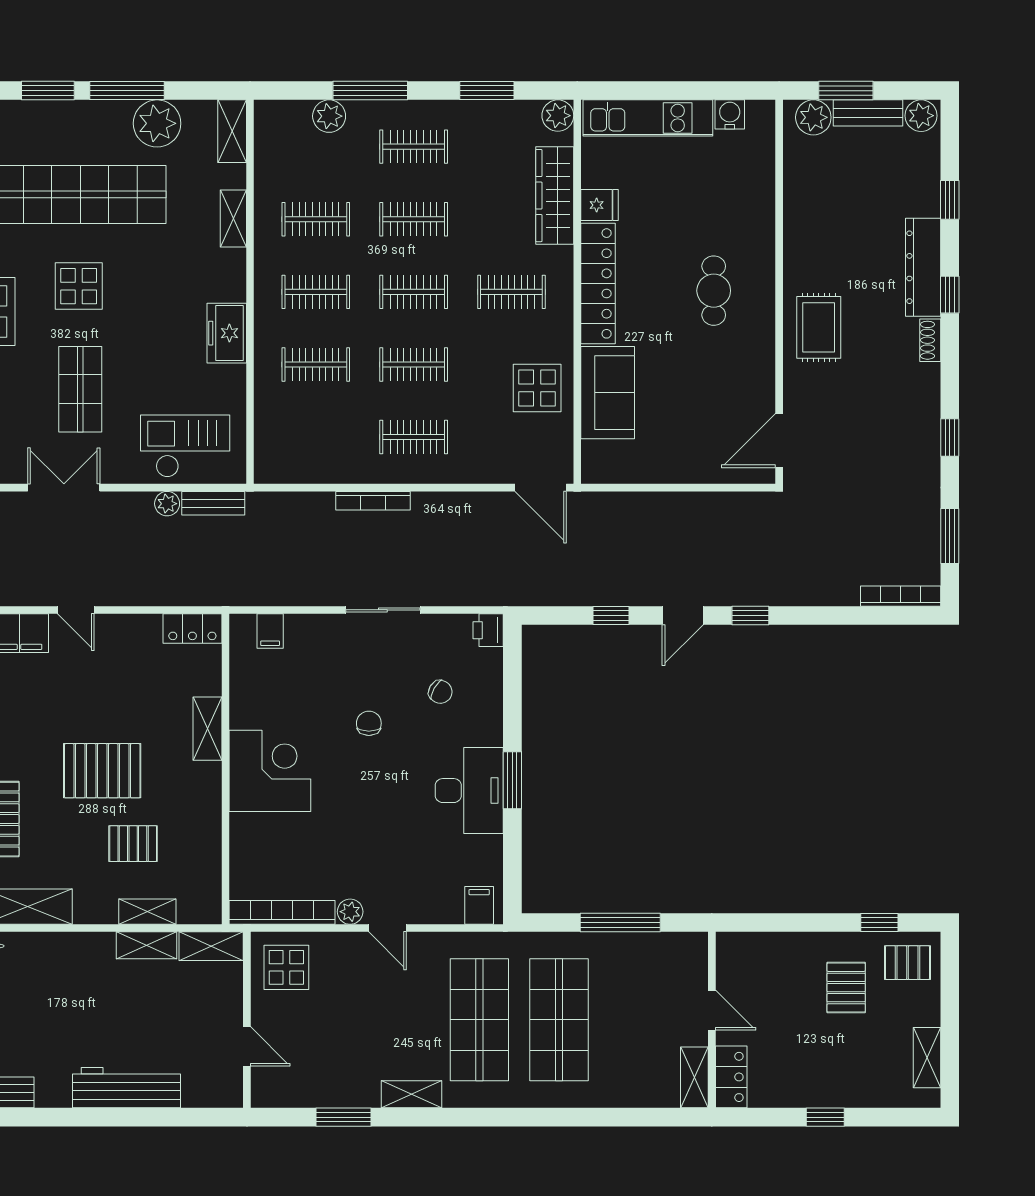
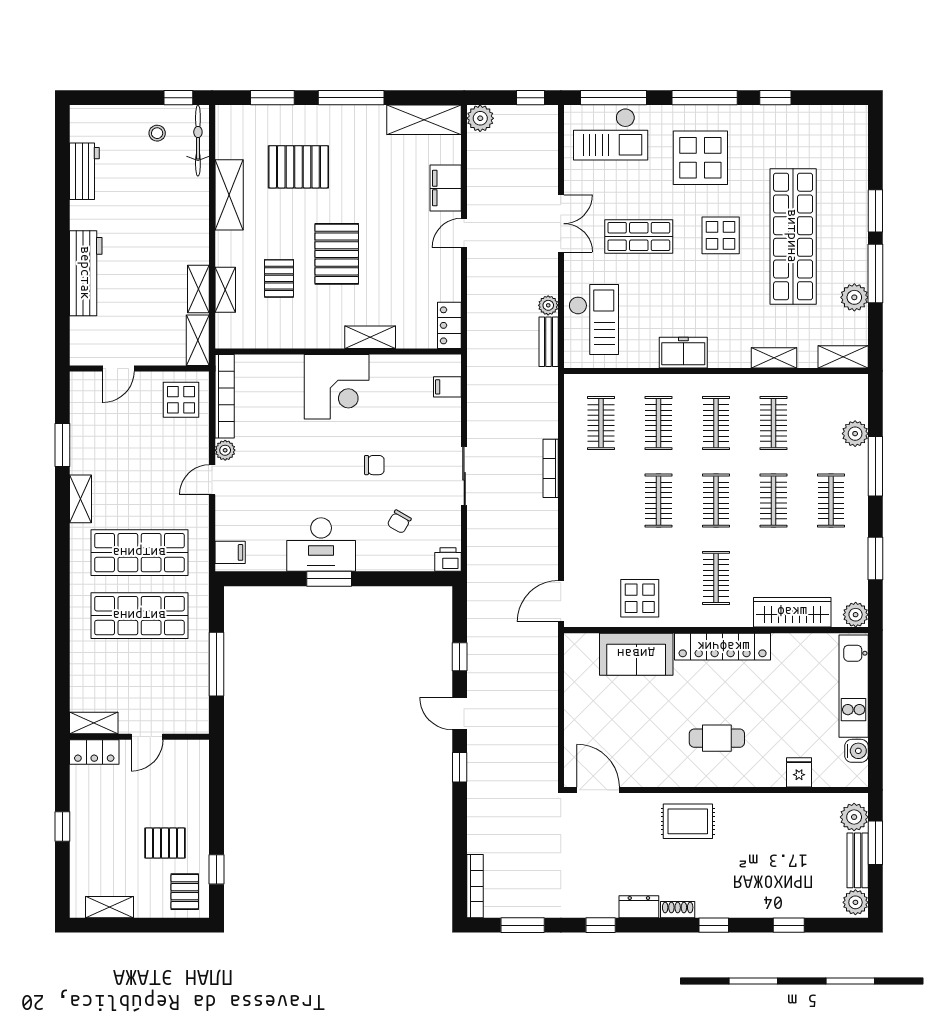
plant: (157, 123) -> (854, 297), width x0.73, depth x0.73
fridge: (599, 205) -> (799, 772), moved, turned 180
dresser: (923, 267) -> (639, 907), moved, width x0.51, depth x0.80
clothes rail: (414, 437) -> (601, 423), moved

